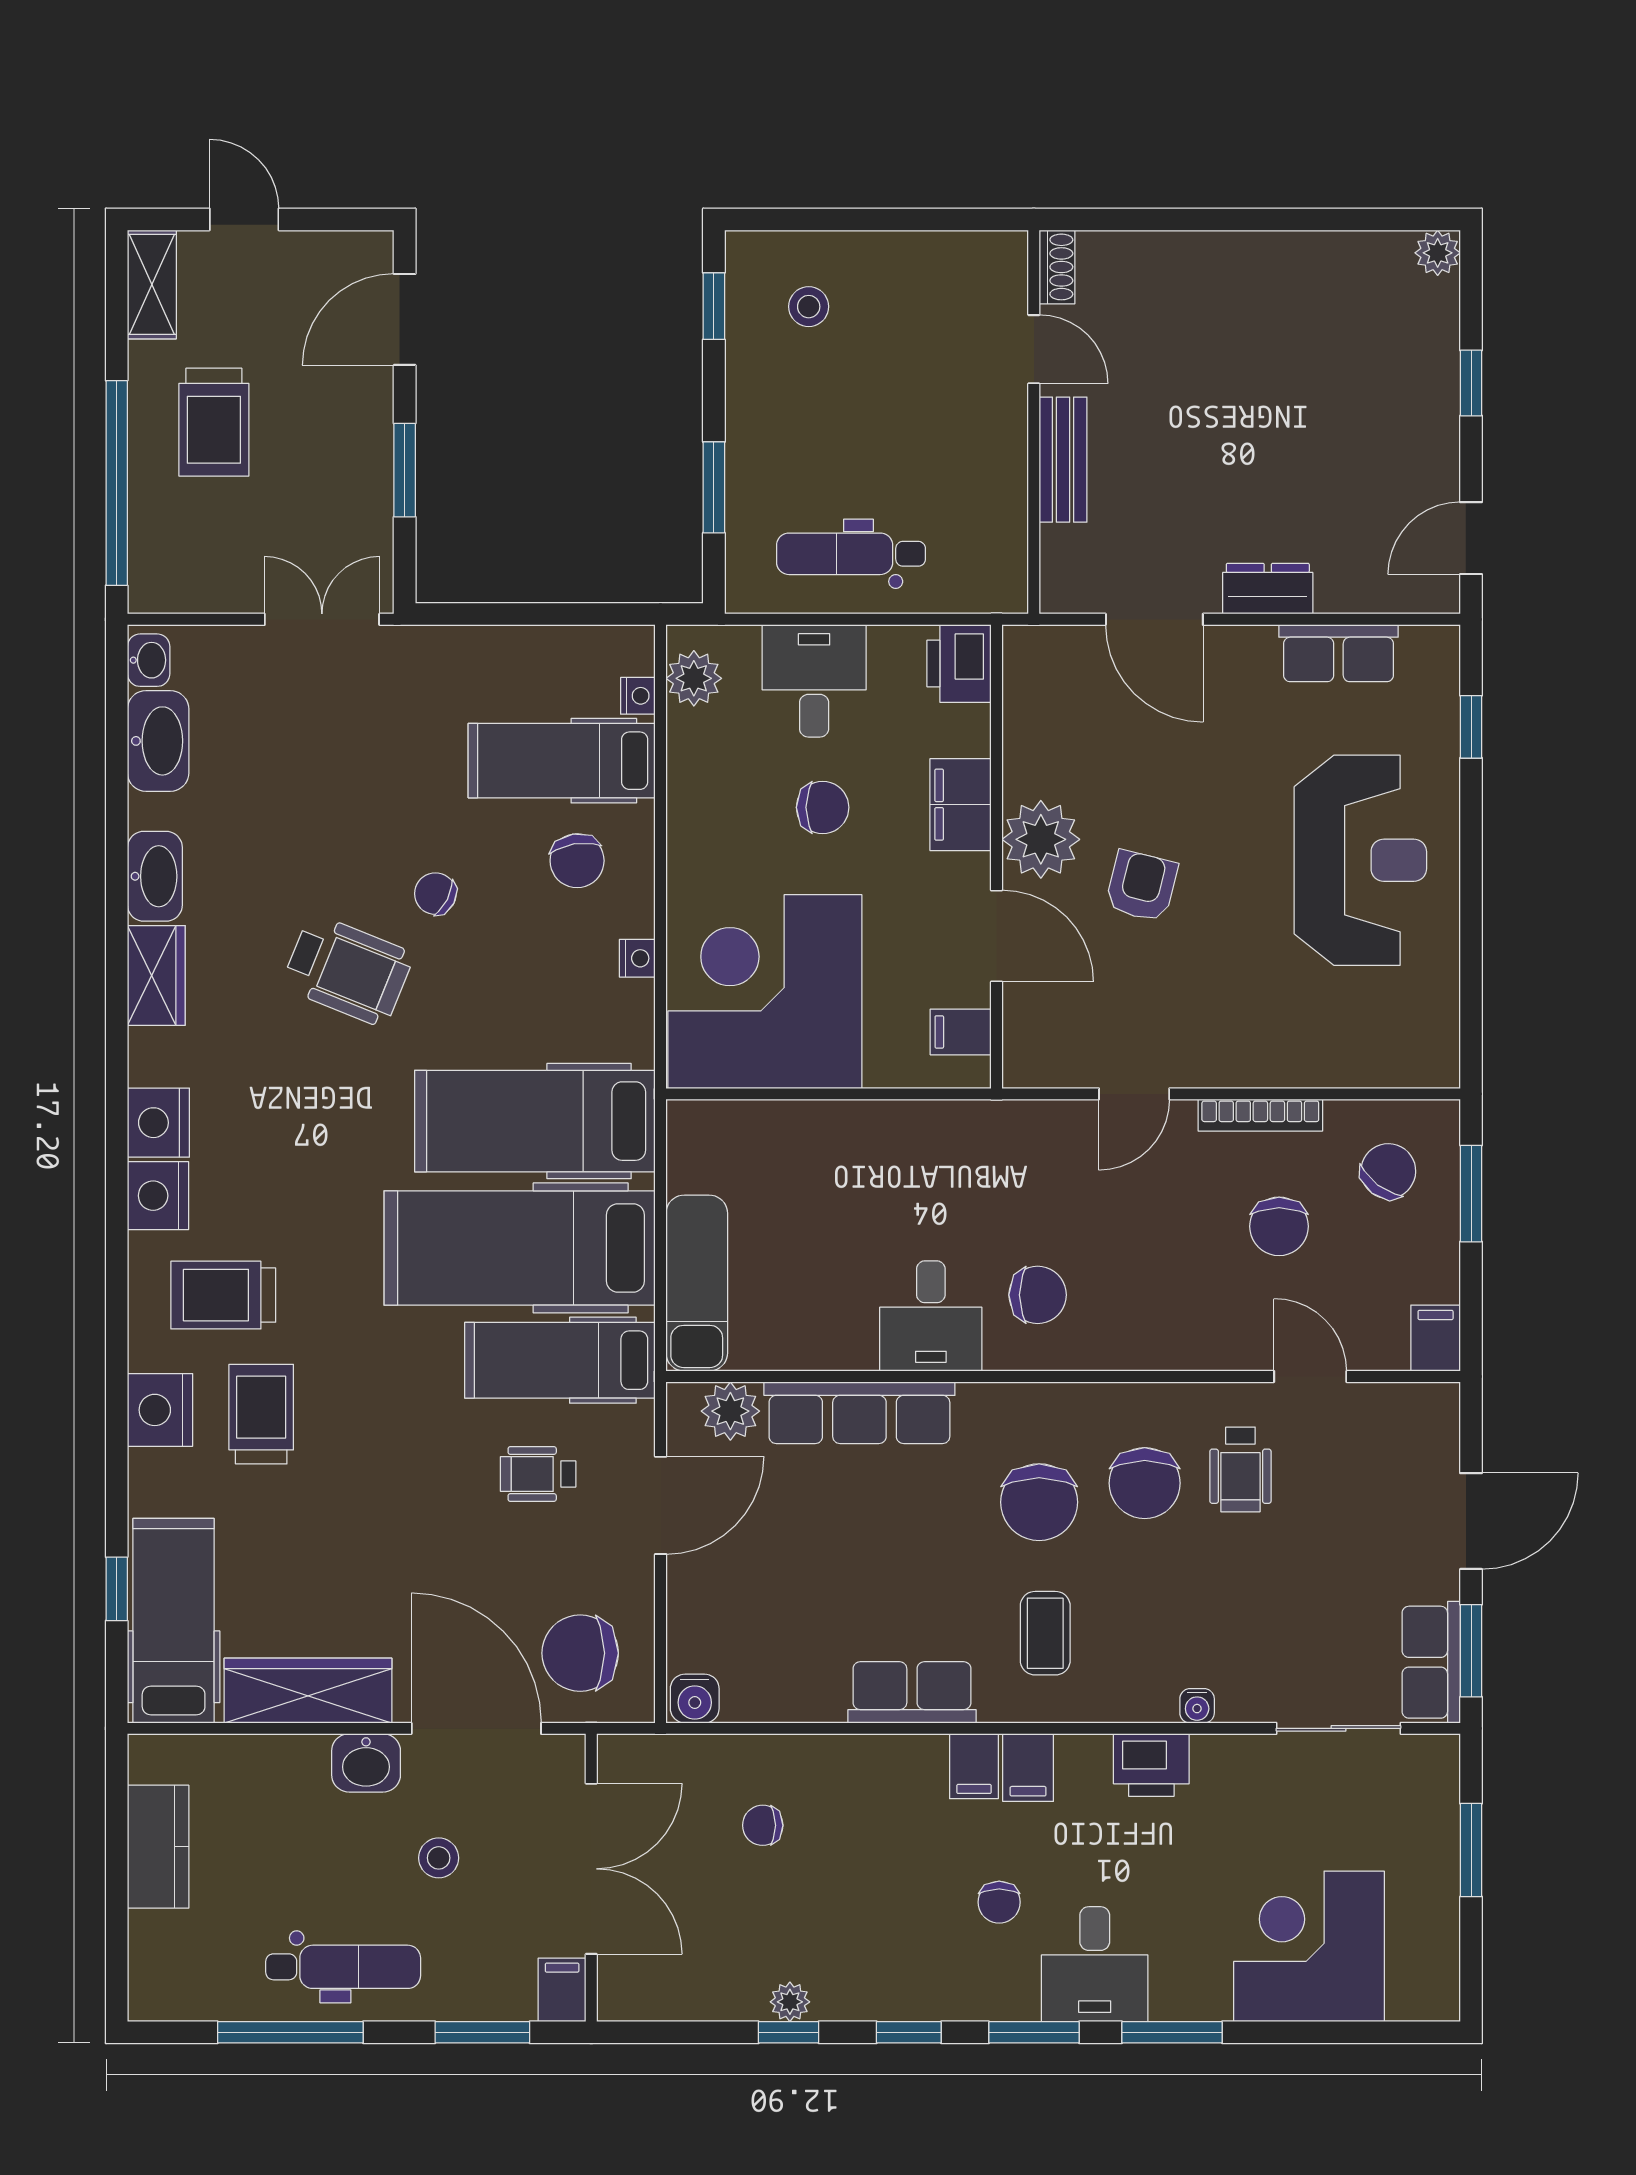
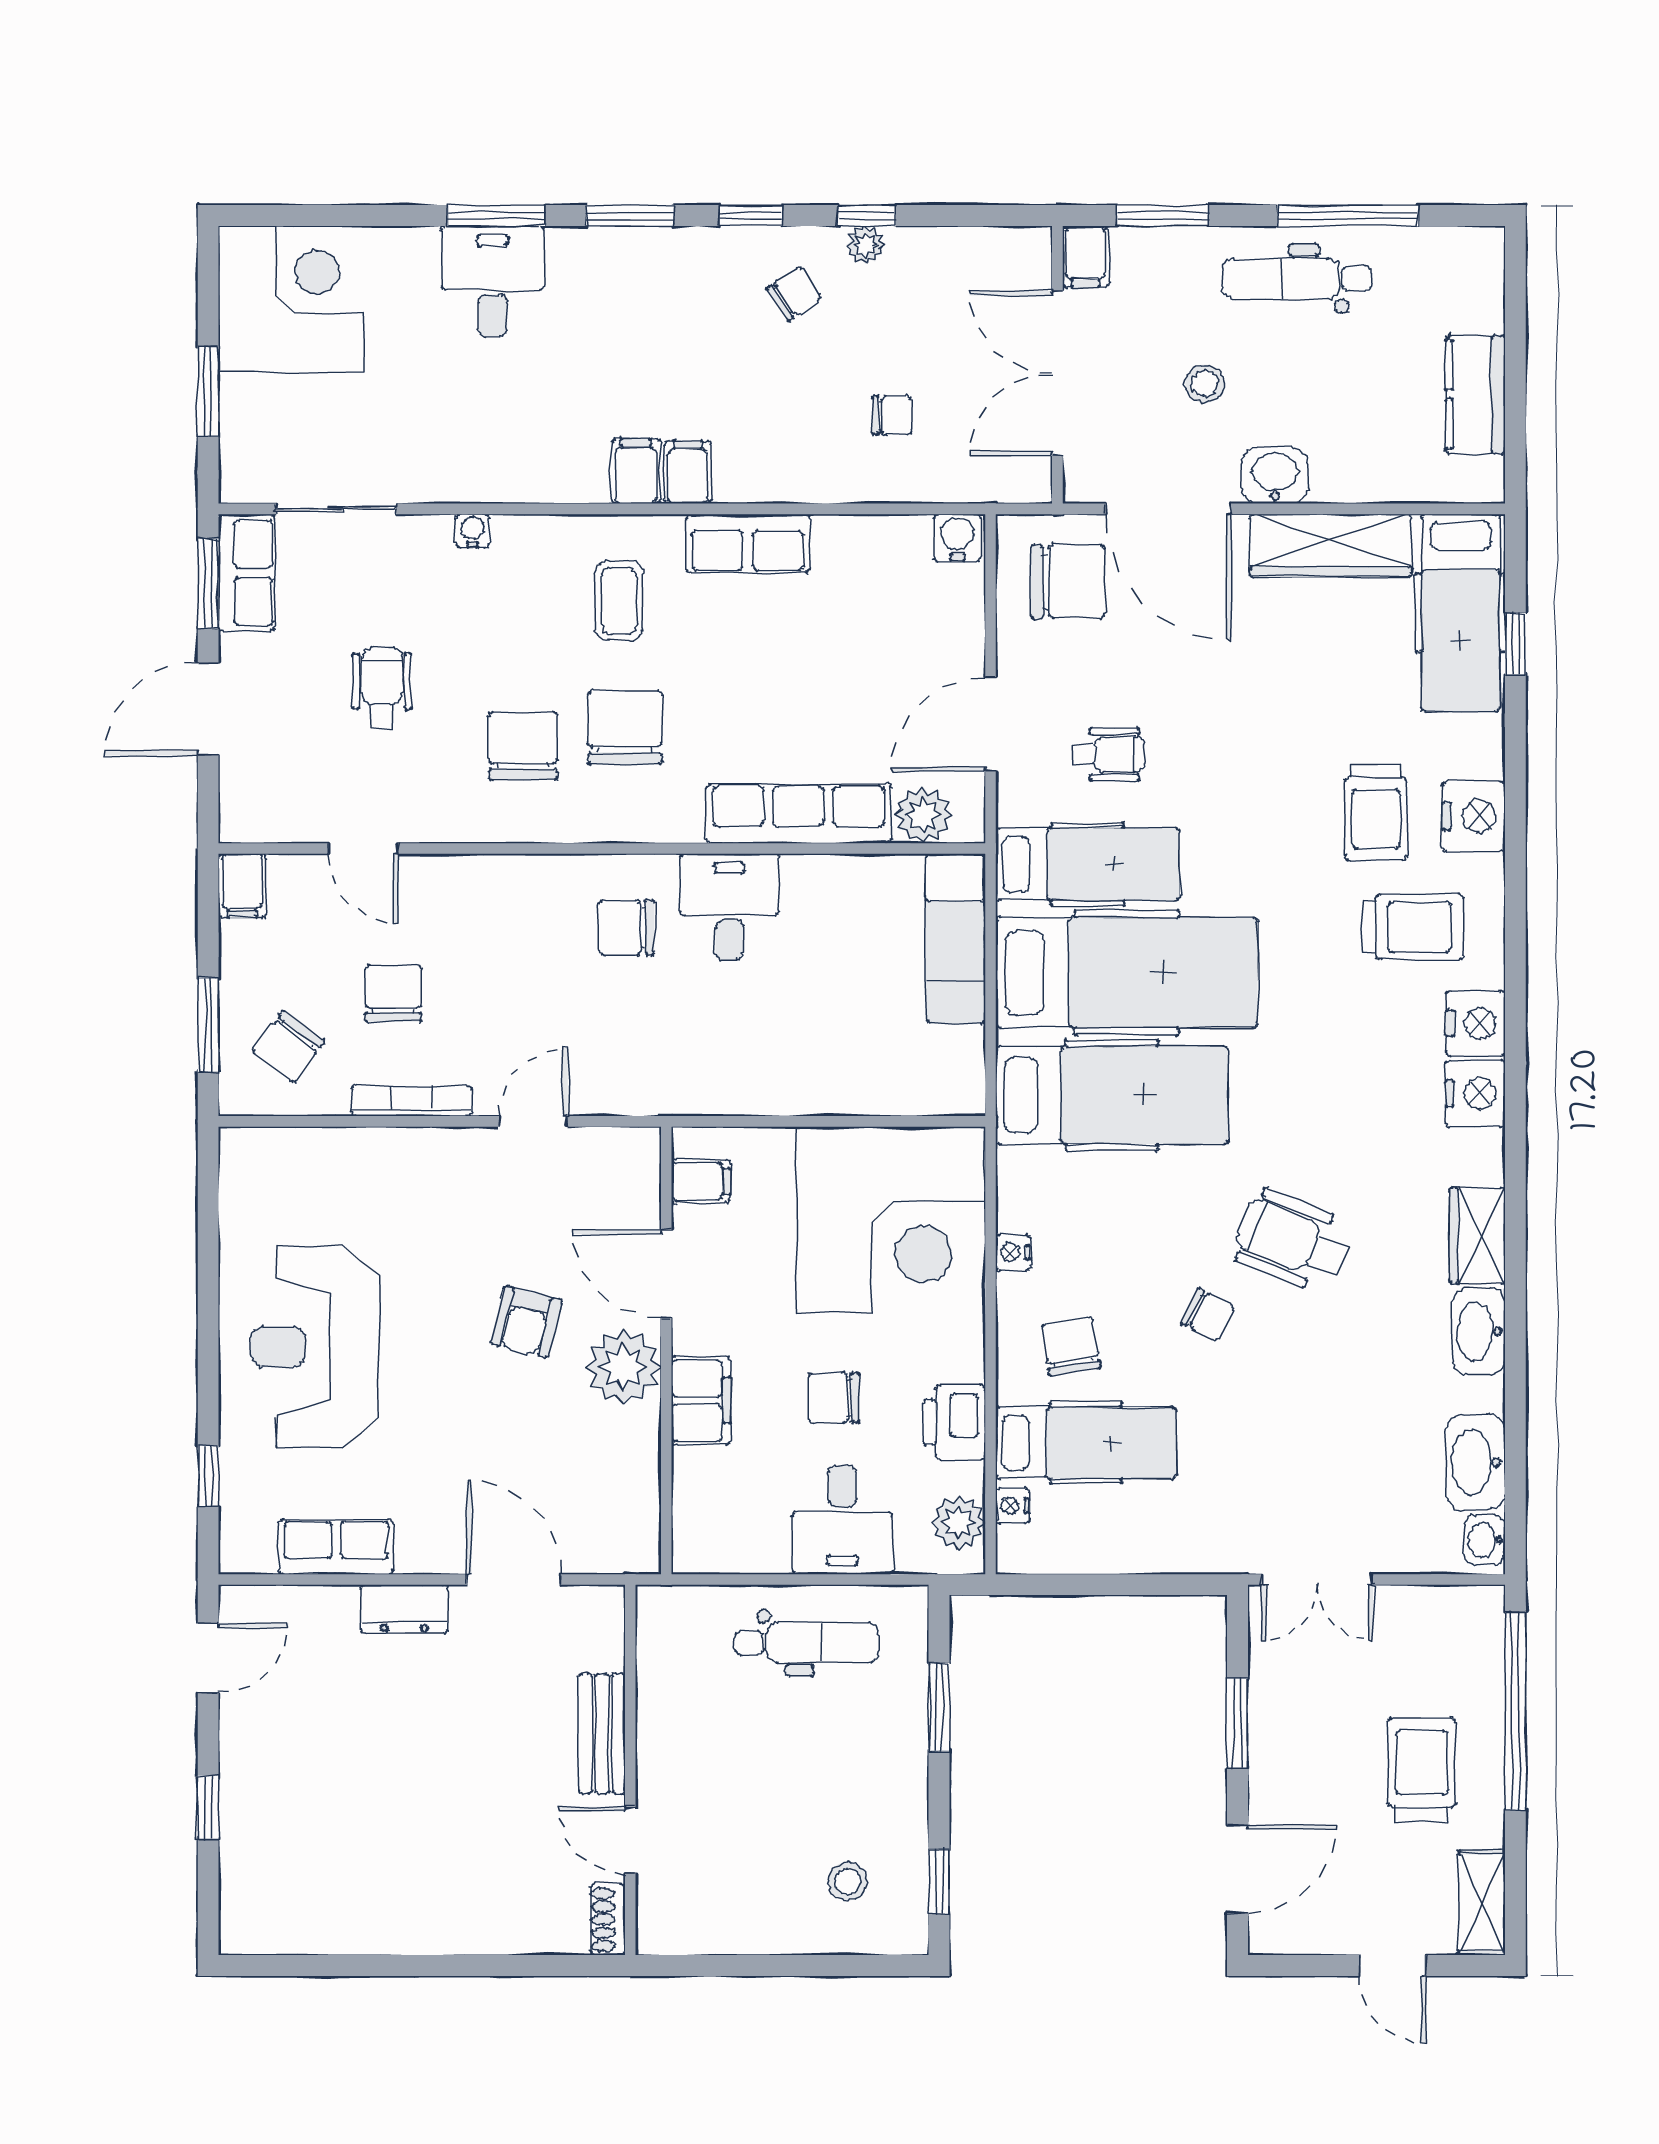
plant: (1438, 253) -> (240, 1933), removed
printer: (959, 663) -> (954, 1422), moved, turned 180
wheelchair: (1240, 1469) -> (382, 688), moved
printer: (1151, 1765) -> (517, 473), removed
chair: (999, 1902) -> (794, 294), moved, turned 55
corner desk: (1309, 1946) -> (291, 298), moved, turned -90
desk: (1095, 1964) -> (493, 281), moved

